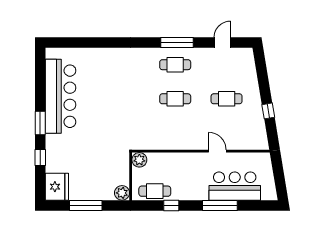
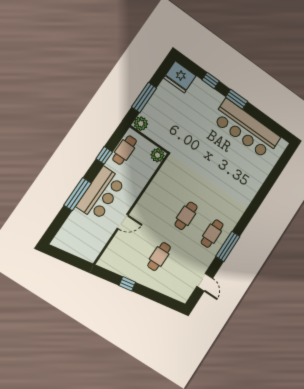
bar counter: (235, 186) -> (101, 194), moved
window: (86, 205) -> (144, 97), moved

